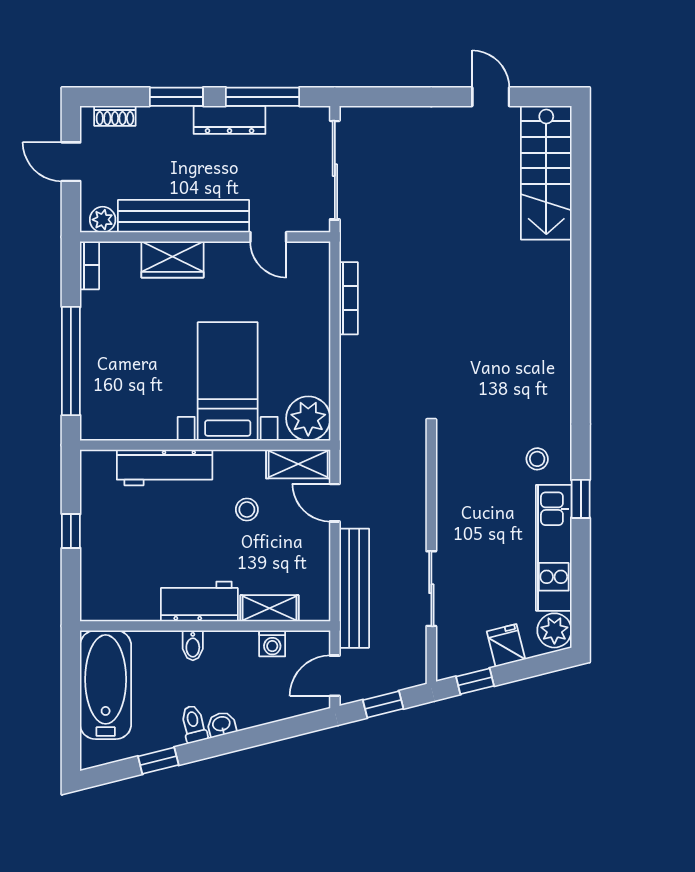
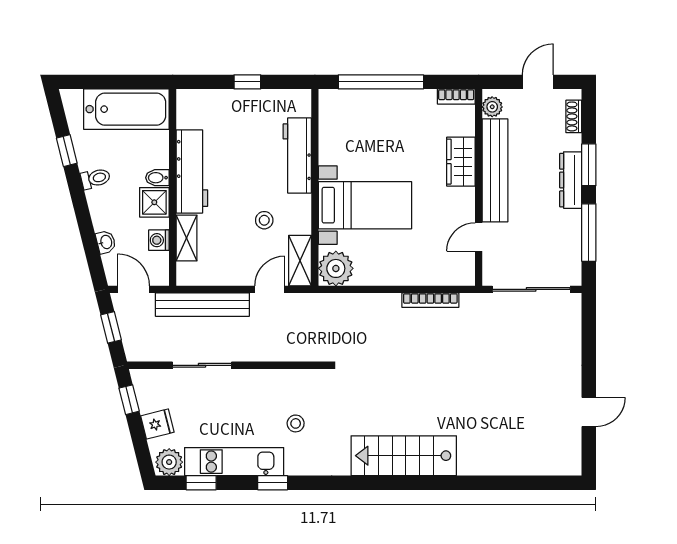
dresser: (230, 120) -> (571, 180), moved
stairs: (546, 173) -> (404, 456), moved
stool: (537, 459) -> (296, 423), moved
window: (581, 590) -> (201, 483), added
workbench: (199, 602) -> (192, 171), width x1.38
shower: (224, 649) -> (154, 202), added
washbasin: (221, 724) -> (106, 242), moved

